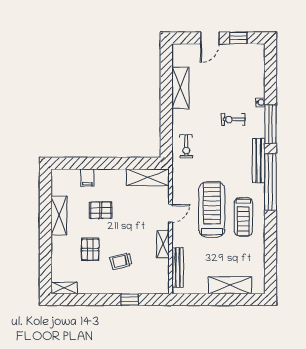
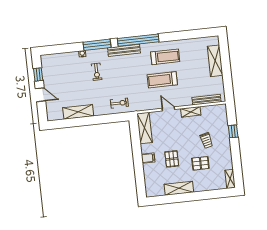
filing cabinet: (87, 178) -> (148, 158), moved
treadmill: (212, 209) -> (162, 80), width x0.73, depth x0.73

